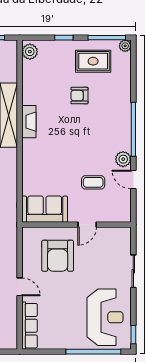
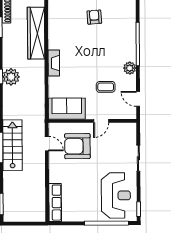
armchair: (79, 96) -> (94, 17), turned 86
fireplace: (29, 122) -> (54, 63), moved
door: (133, 179) -> (138, 99), moved
armchair: (58, 256) -> (77, 146), turned 90
door: (20, 287) -> (47, 144), moved

